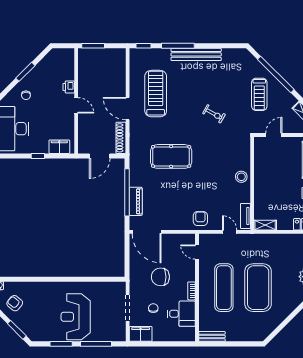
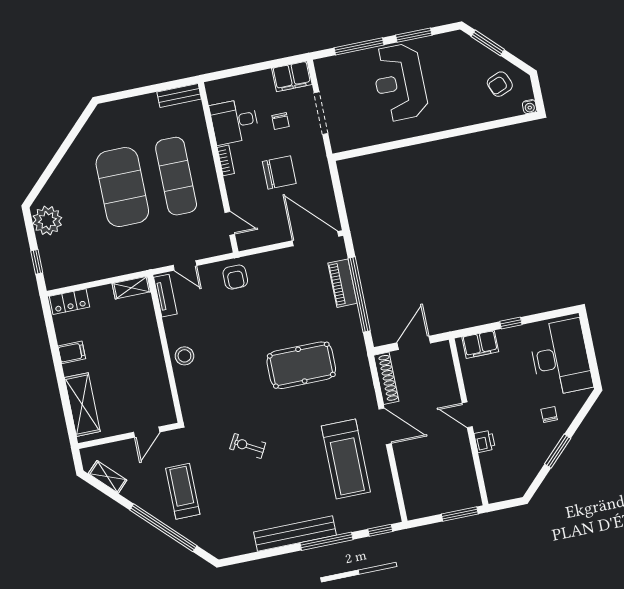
armchair: (15, 303) -> (500, 84), turned 119
reception desk: (76, 317) -> (400, 82), turned 180

